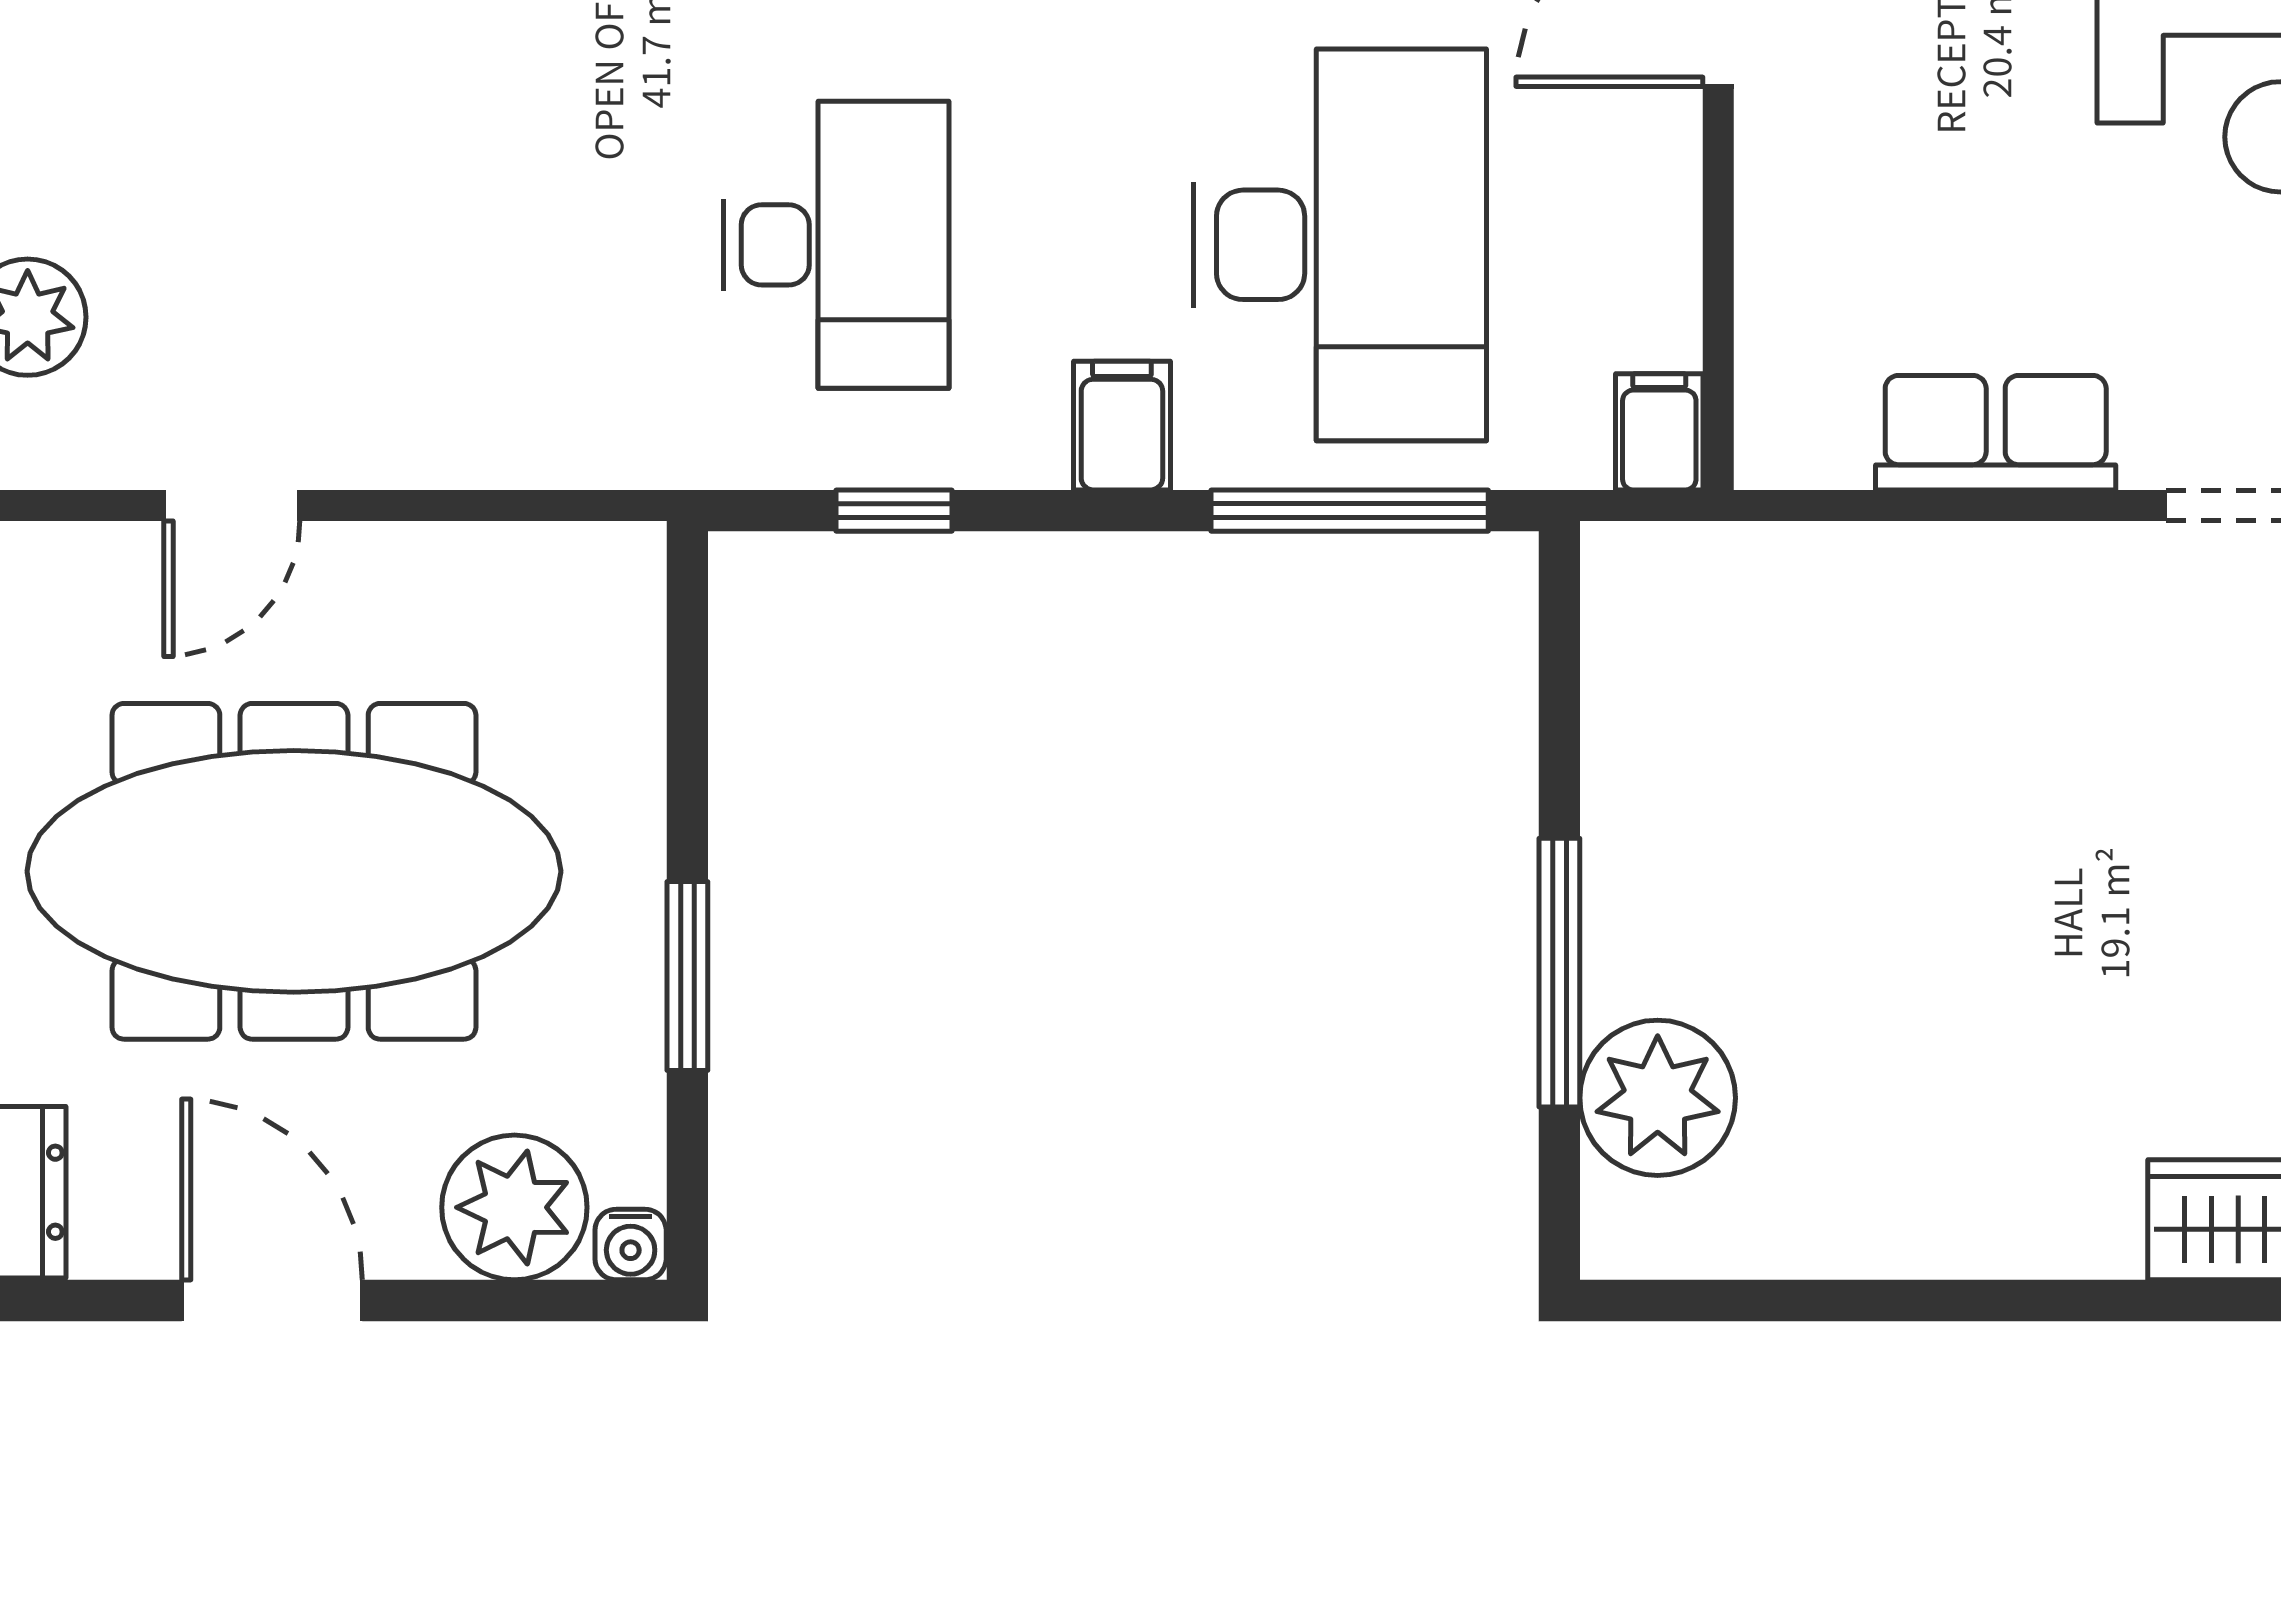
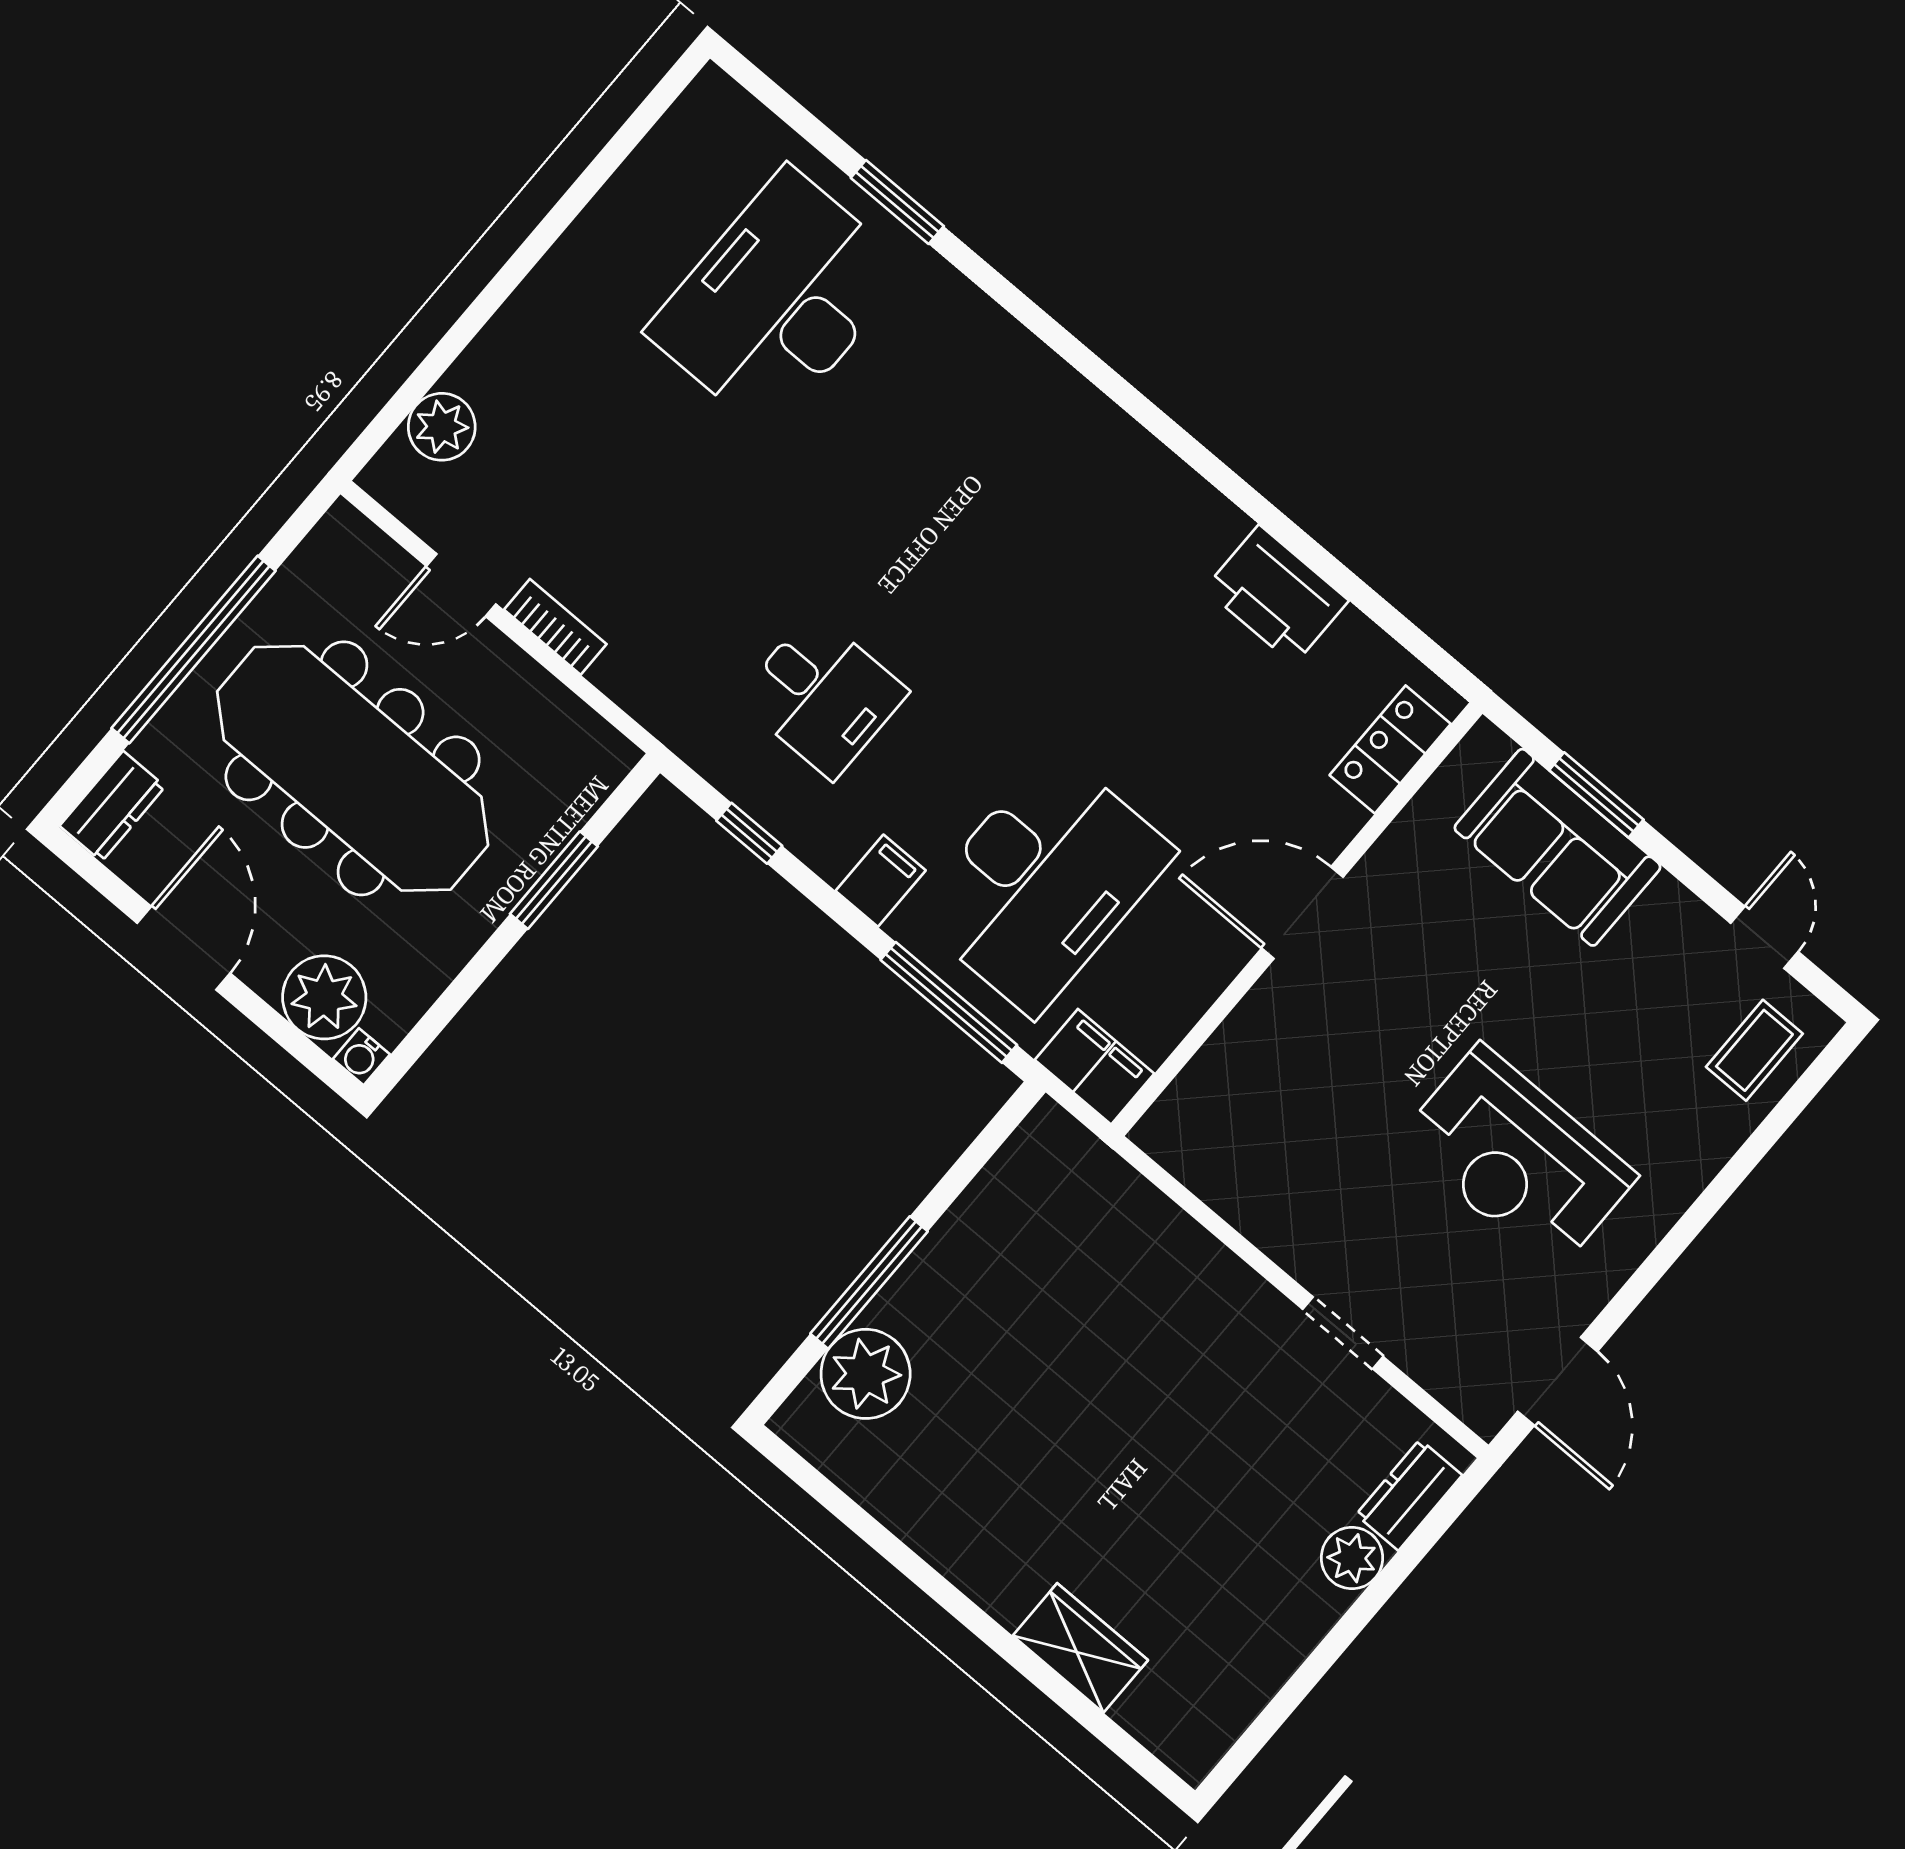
desk: (836, 245) -> (823, 695), width x0.73
filing cabinet: (1659, 432) -> (1094, 1067), width x2.00
row of seats: (1996, 433) -> (1261, 1208), removed
bookcase: (404, 455) -> (555, 627), added
window: (687, 976) -> (554, 880), moved

